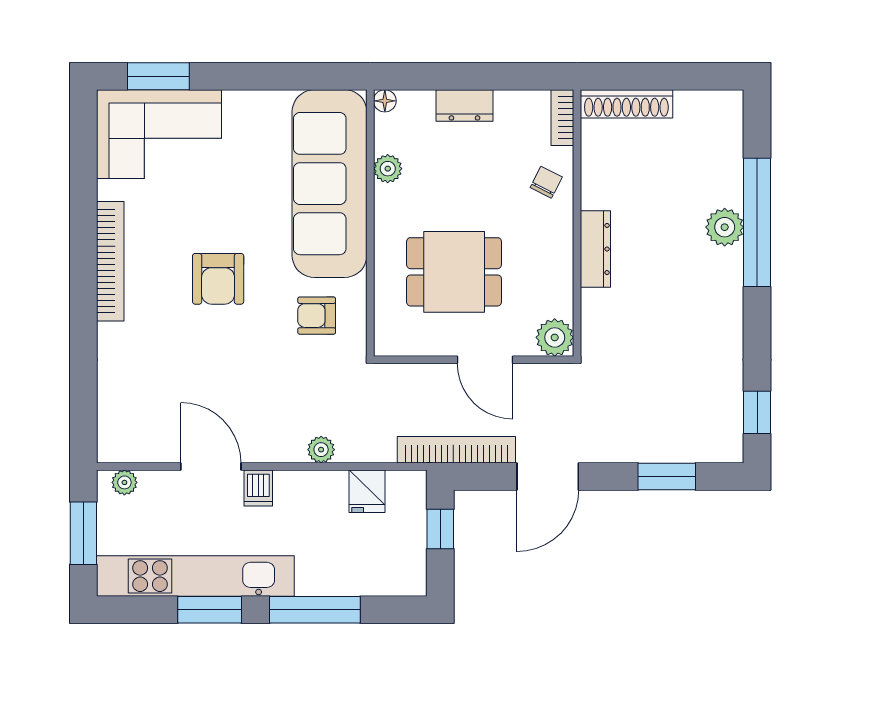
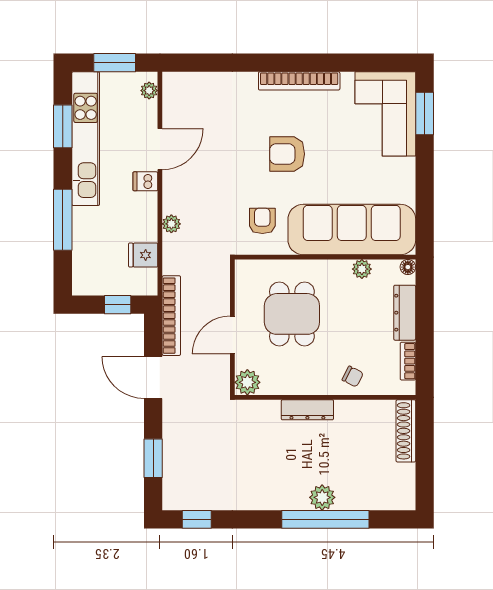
dresser: (464, 106) -> (405, 313), width x1.44
bookcase: (562, 118) -> (408, 361), moved, turned -90
window: (210, 610) -> (63, 126), moved

